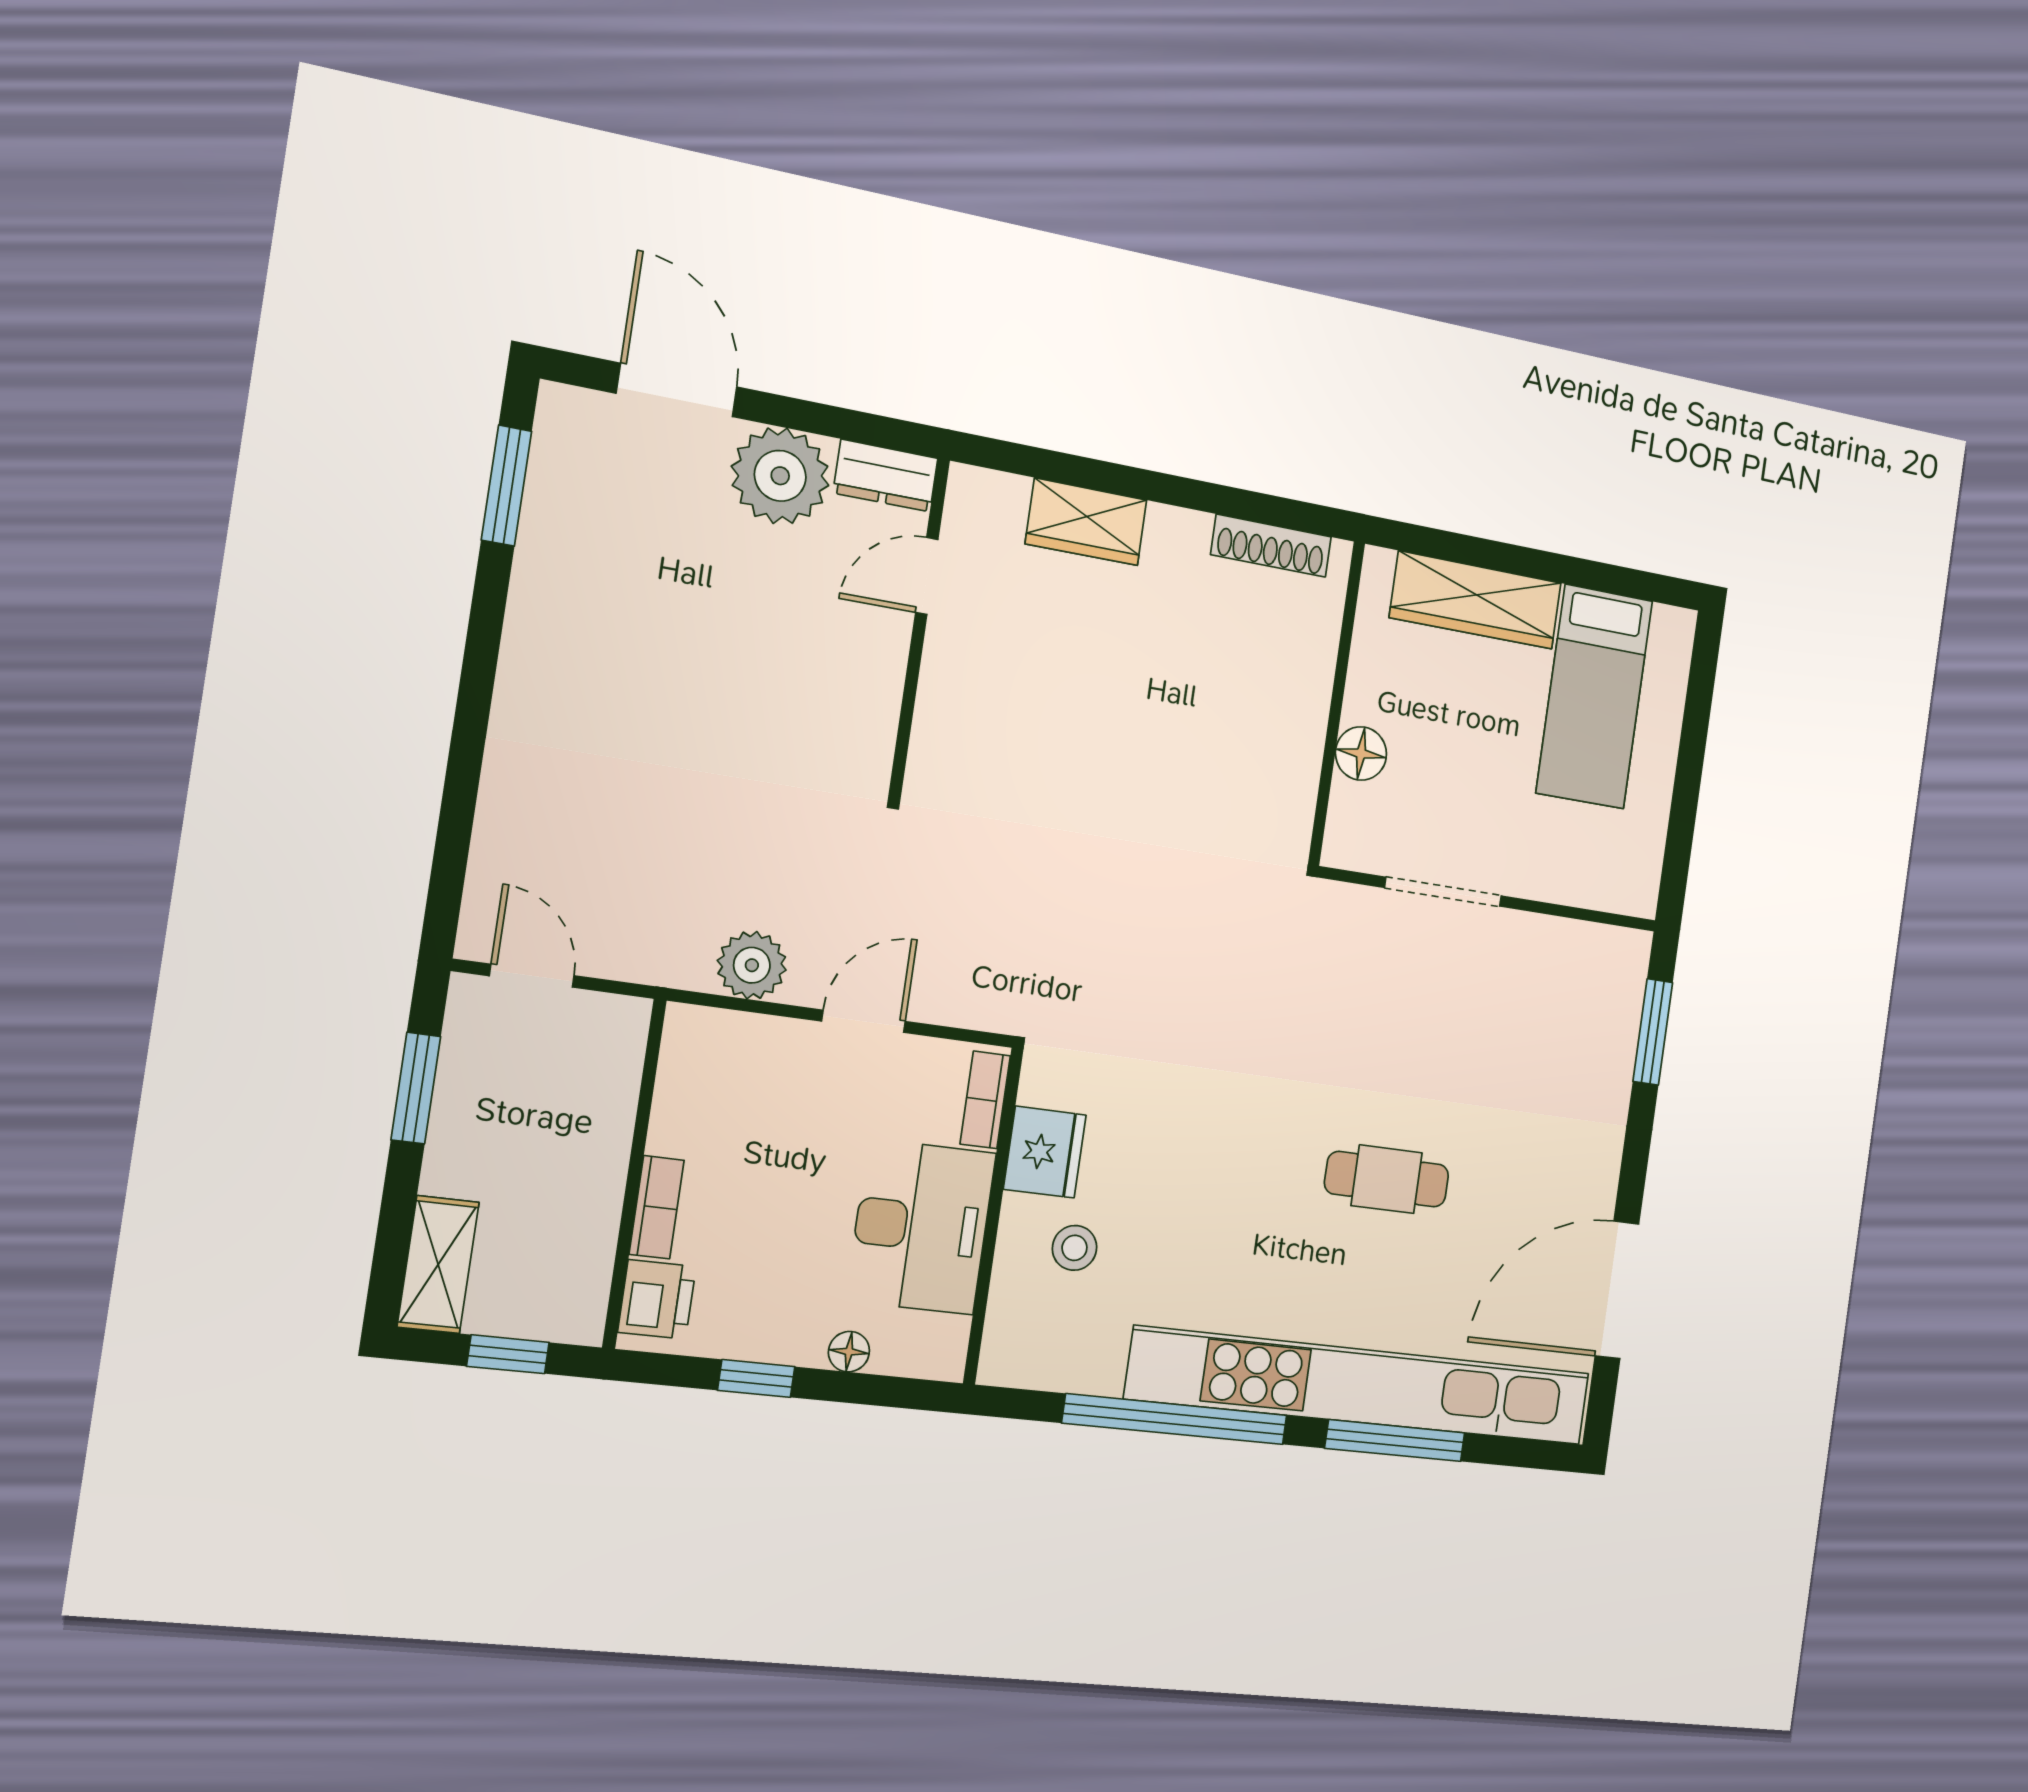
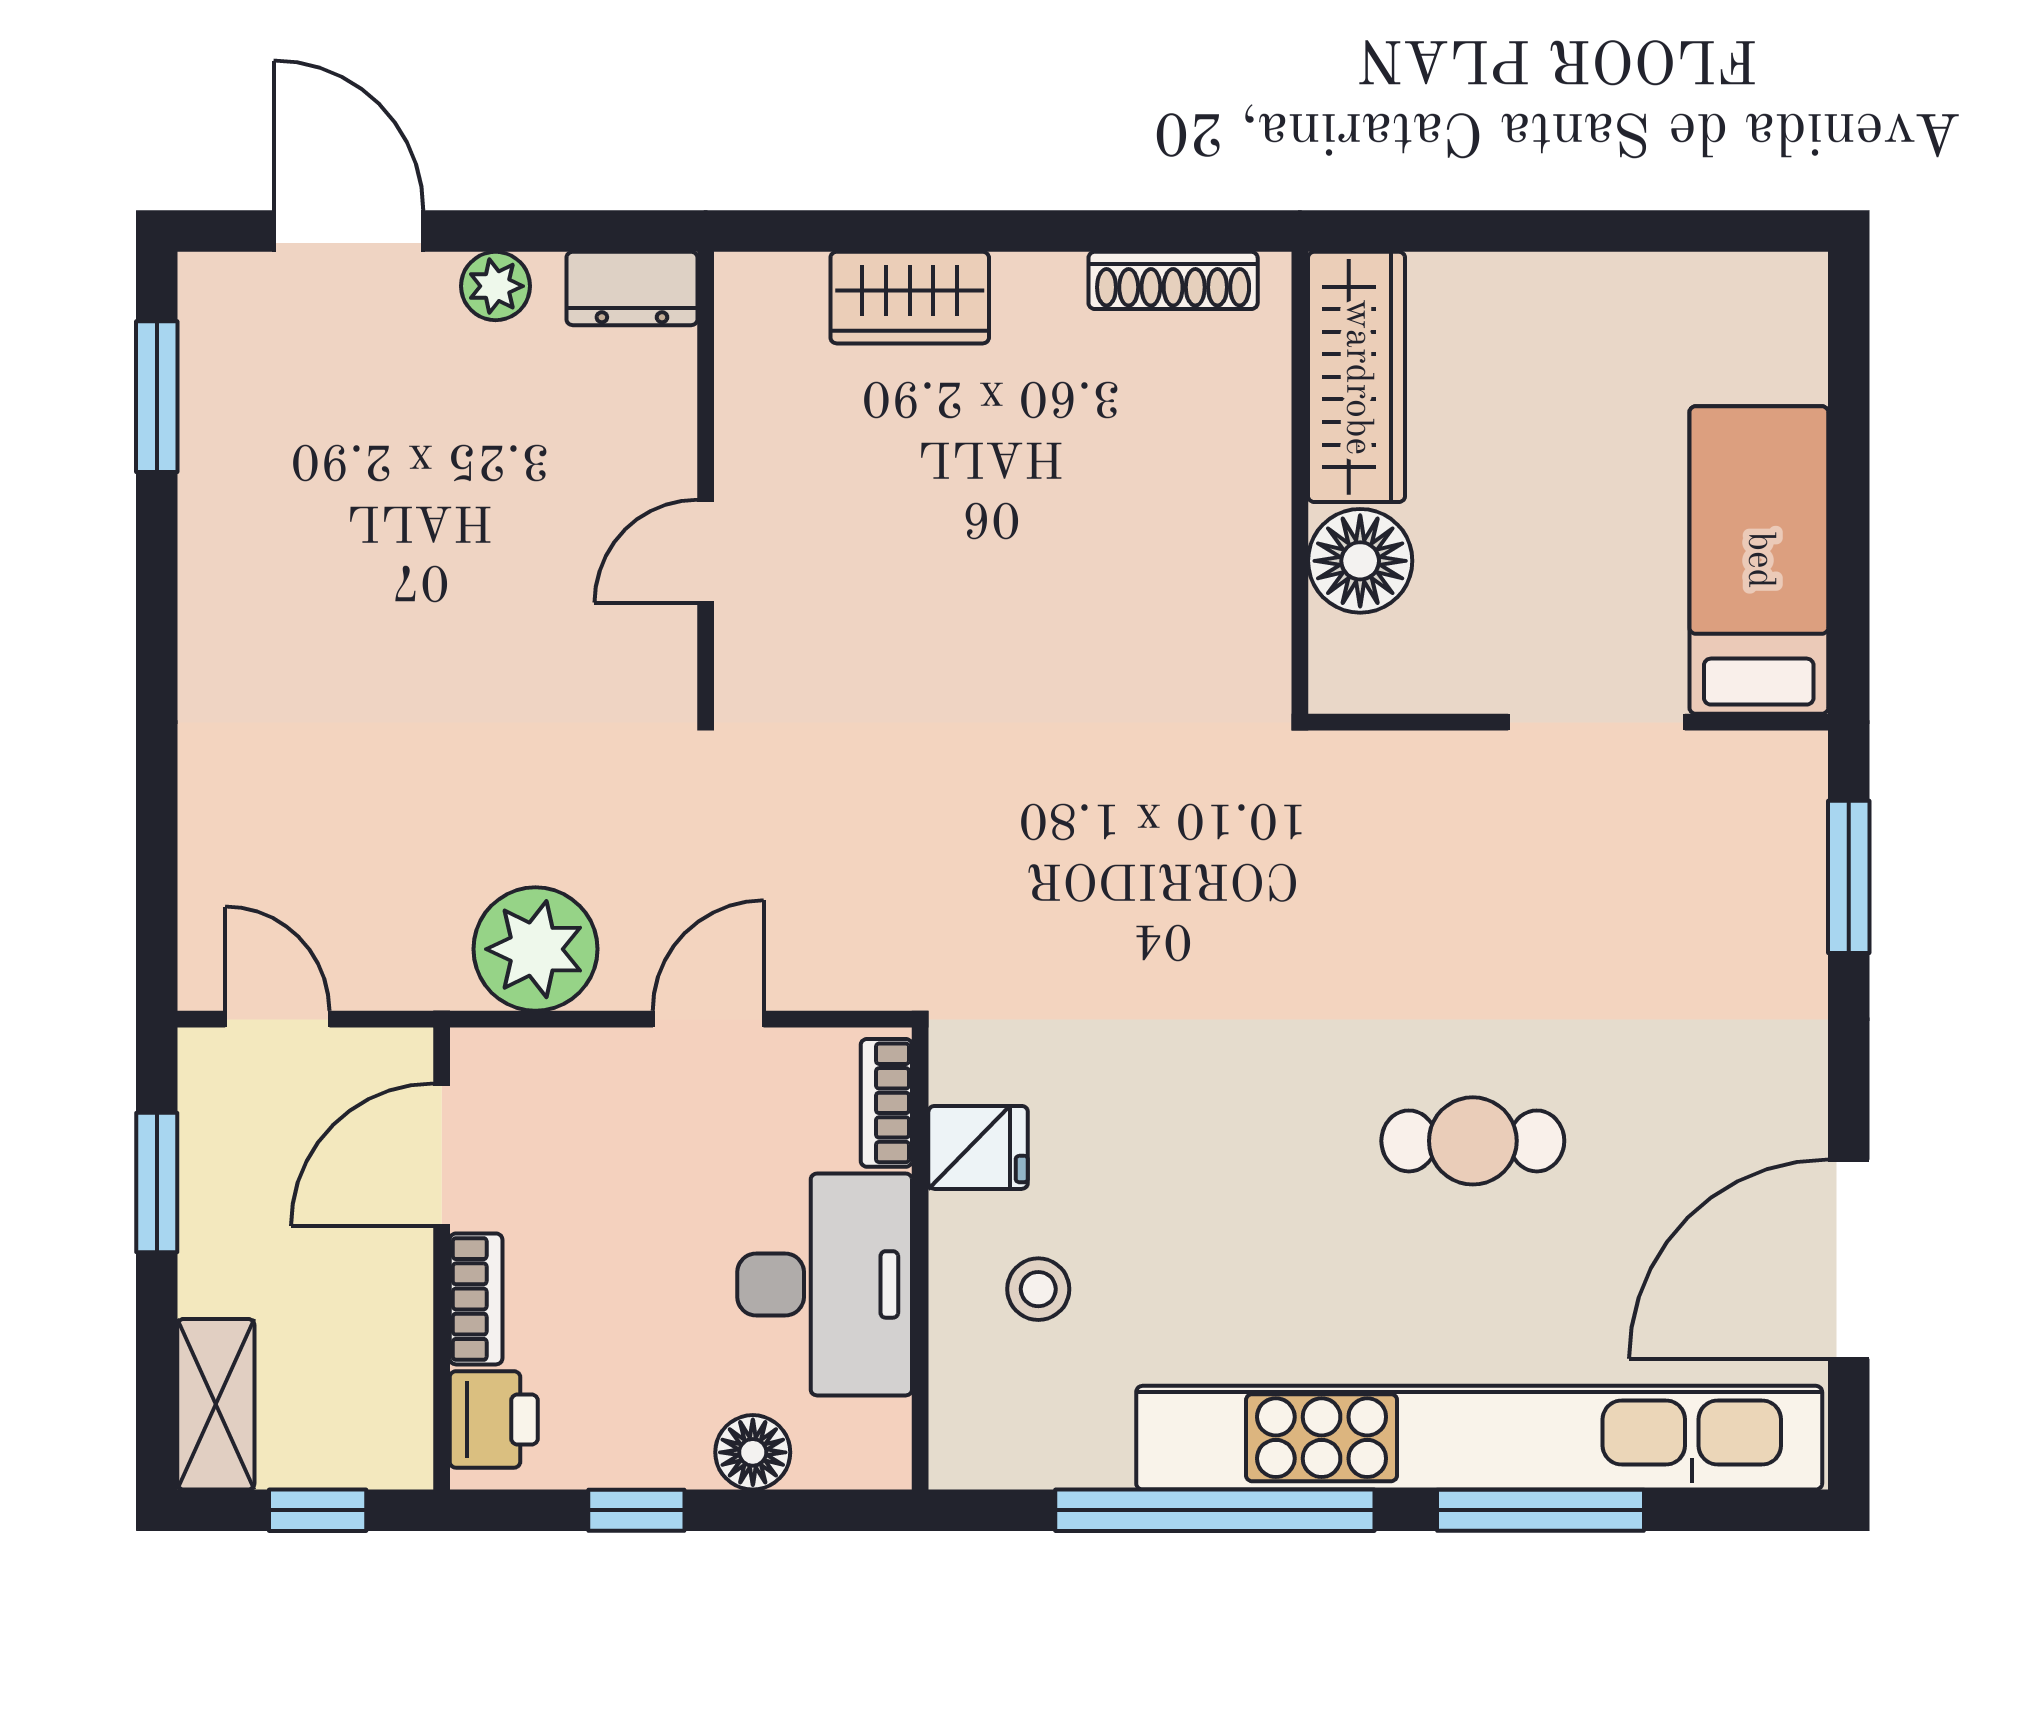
plant: (780, 476) -> (496, 286), width x0.53, depth x0.53
door: (927, 576) -> (706, 551), moved
wardrobe: (1476, 600) -> (1357, 377), moved, turned -90
bed: (1594, 697) -> (1759, 560), moved, turned 180
floor lamp: (1361, 753) -> (1360, 561), width x1.38, depth x1.38
doorway: (1443, 892) -> (1596, 722), moved
plant: (752, 965) -> (535, 949), width x1.36, depth x1.36
door: (646, 1095) -> (442, 1155), added
fridge: (1045, 1152) -> (978, 1147), width x0.72
floor lamp: (849, 1352) -> (753, 1452), width x1.37, depth x1.37

